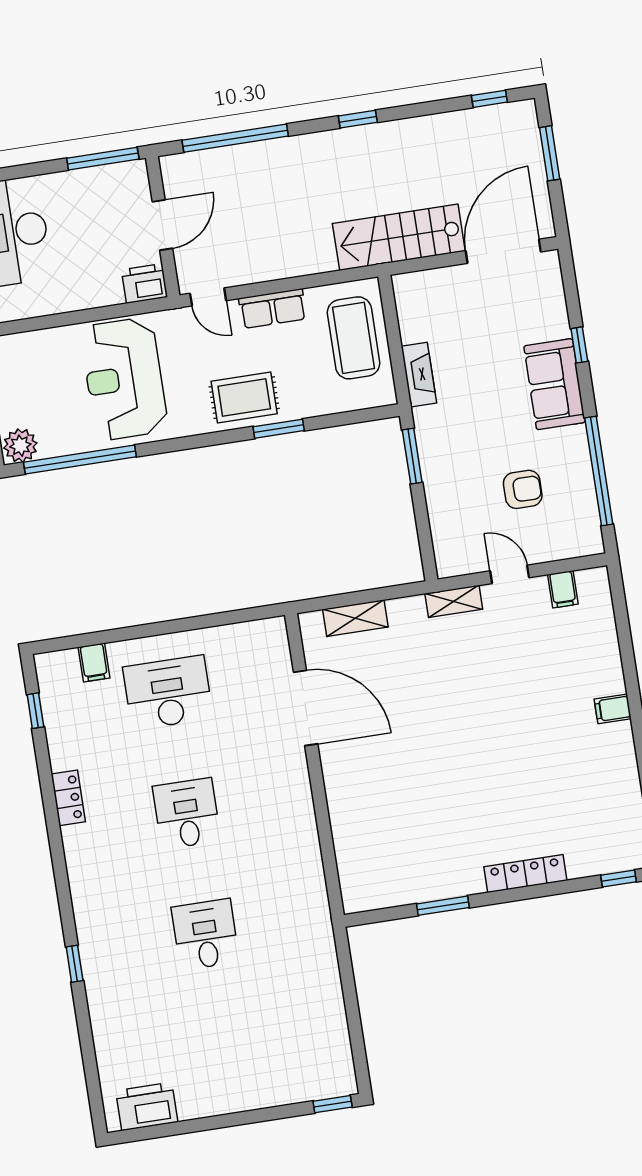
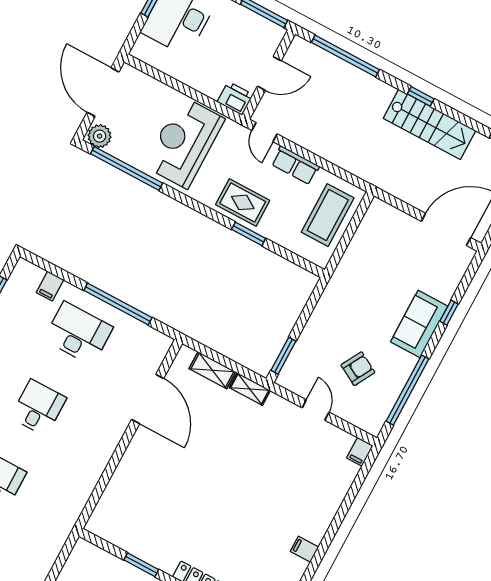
stairs: (399, 237) -> (430, 124), moved, turned 180
fireplace: (419, 375) -> (348, 262), removed
window: (412, 456) -> (283, 356), moved
armchair: (523, 489) -> (358, 369), turned -61
filing cabinet: (563, 589) -> (360, 452), moved
shelving: (454, 601) -> (250, 389), moved
window: (188, 624) -> (118, 304), added
filing cabinet: (613, 709) -> (304, 549), moved

